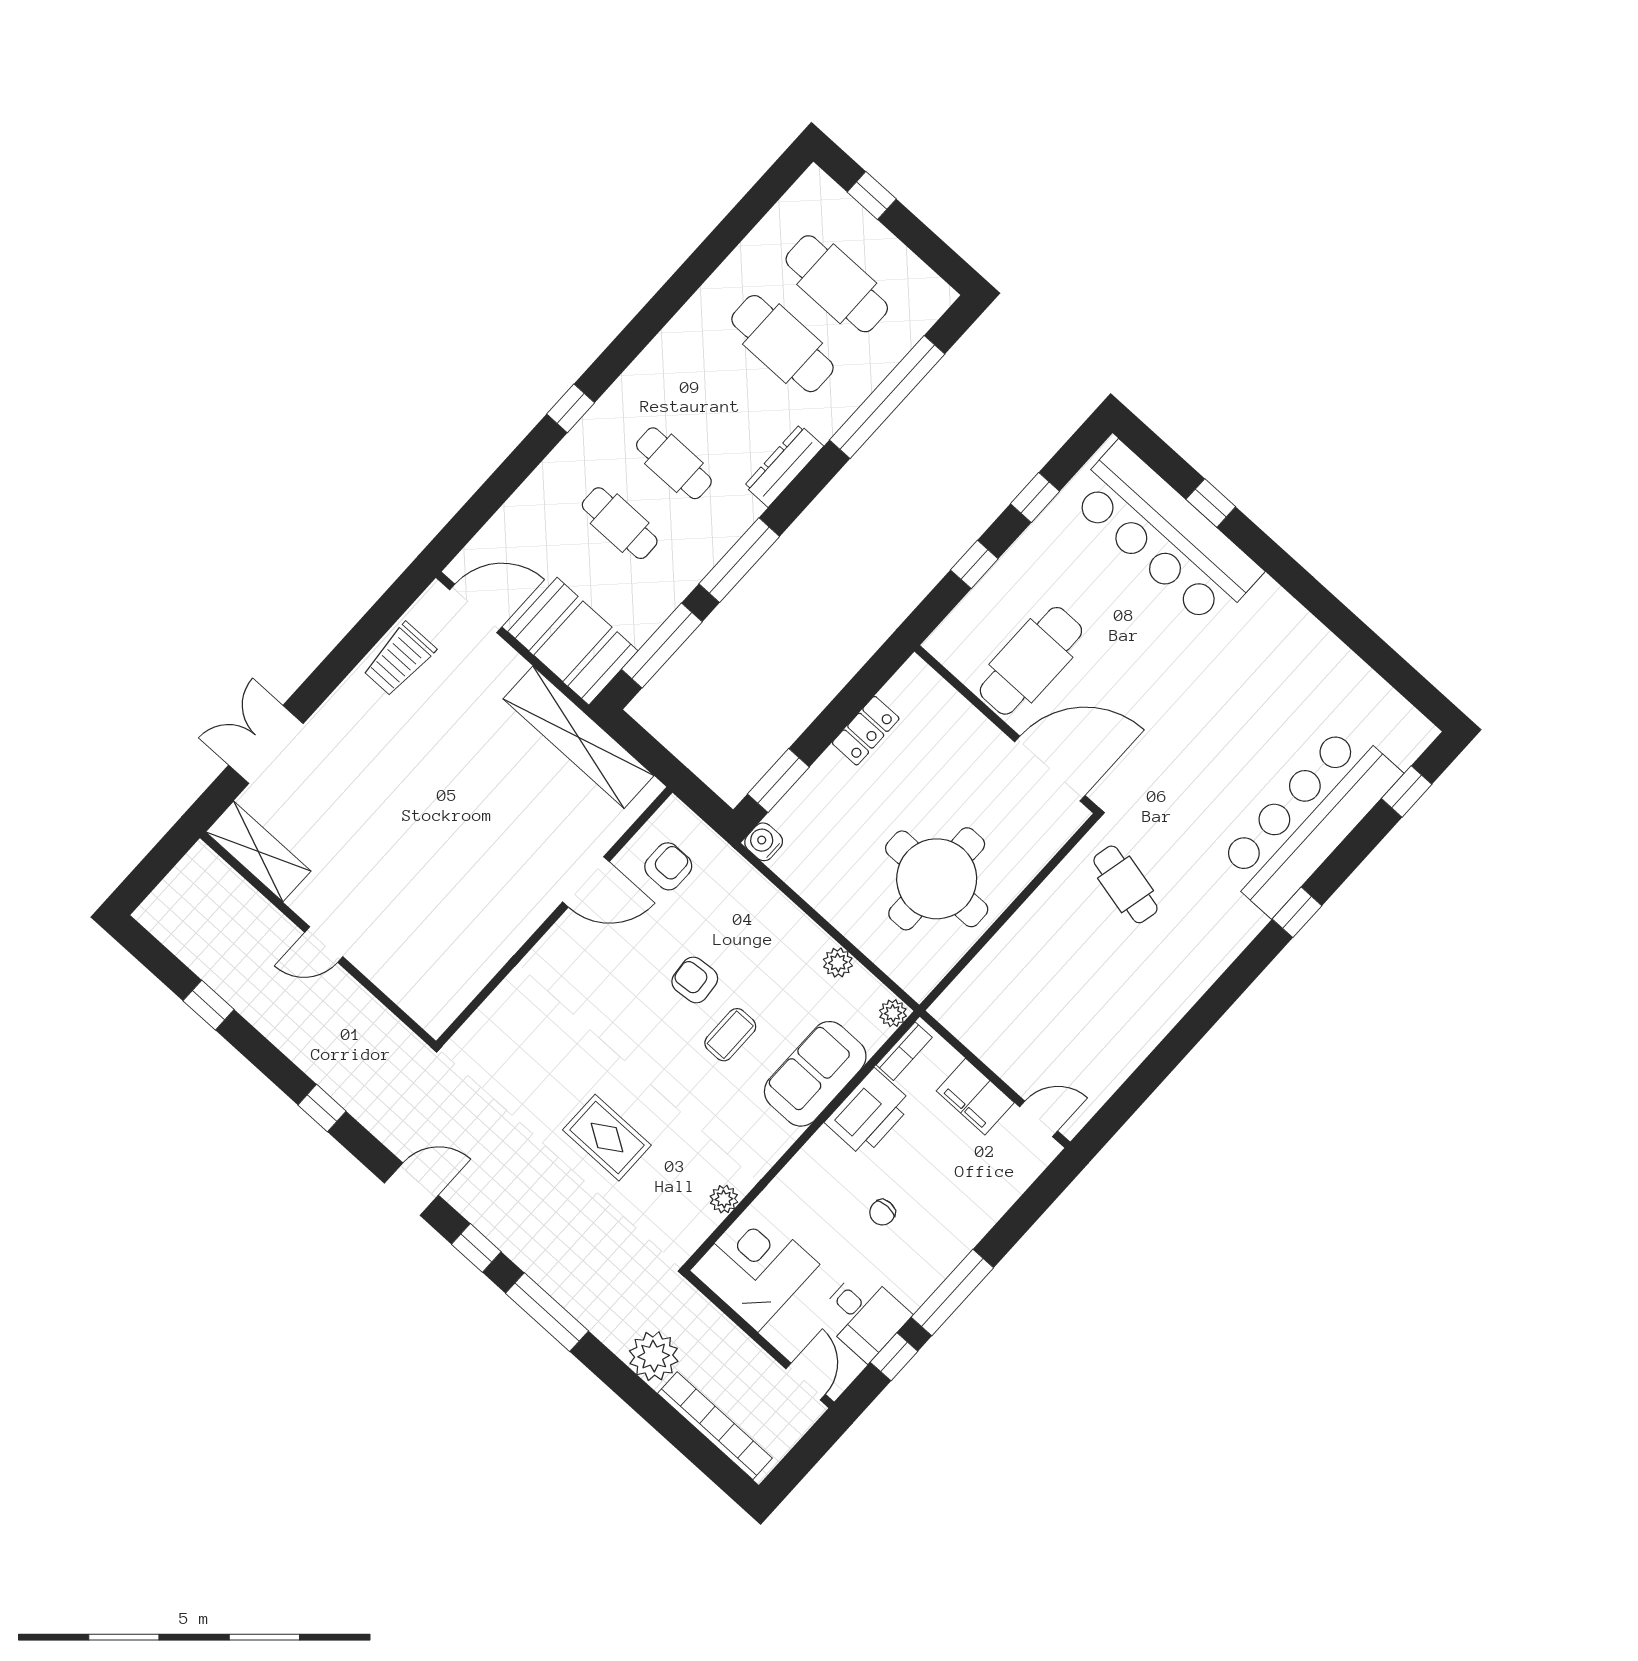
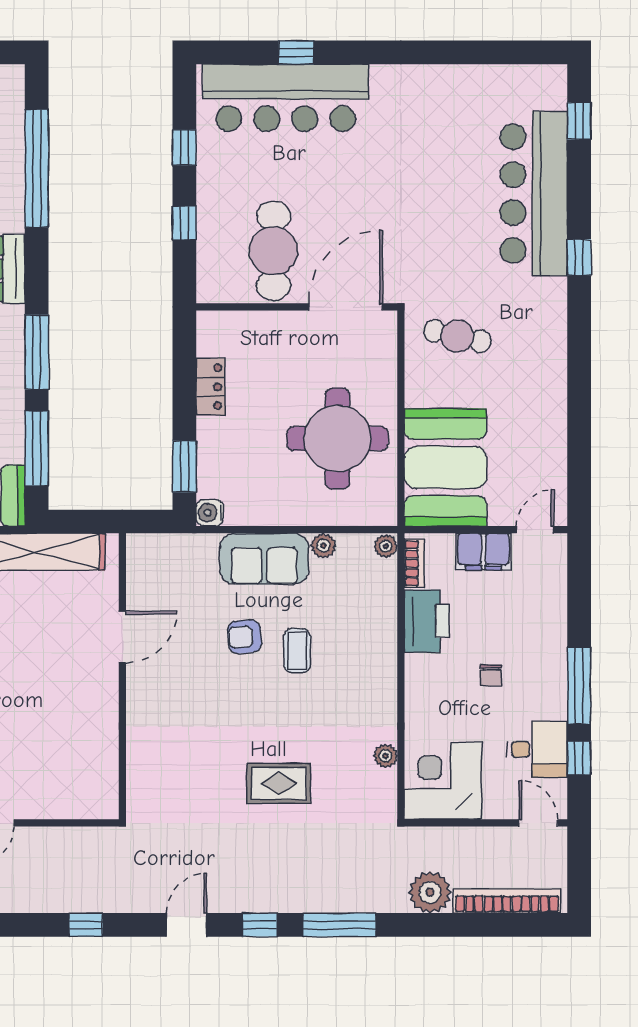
armchair: (668, 866) -> (164, 581), removed
booth: (1009, 991) -> (446, 467), added
sofa: (815, 1074) -> (264, 559), moved, turned -90

